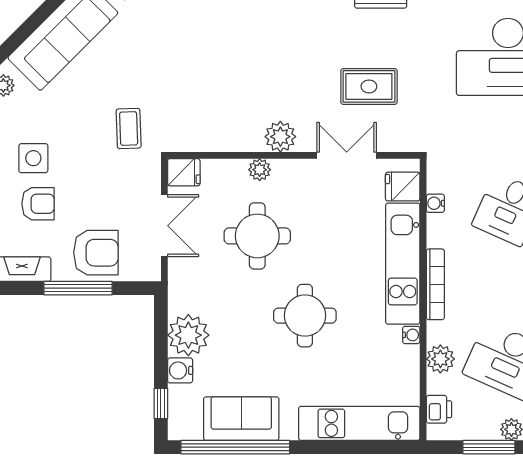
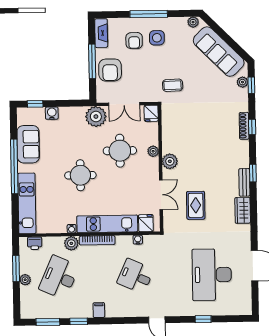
plant: (188, 335) -> (96, 117), moved
plant: (440, 359) -> (71, 243), moved
window: (235, 447) -> (14, 166), moved

